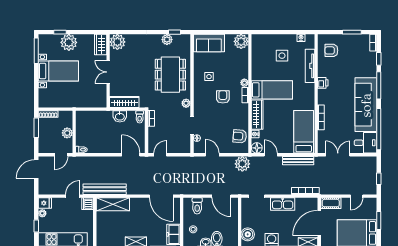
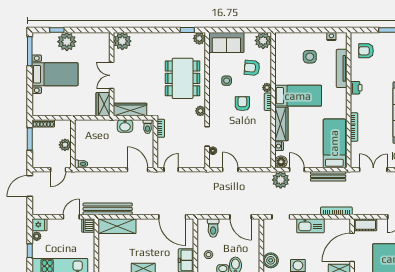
plant: (167, 40) -> (199, 38), moved
wardrobe: (101, 45) -> (103, 104), moved
armchair: (240, 136) -> (252, 68), moved
plant: (242, 164) -> (281, 180), moved

